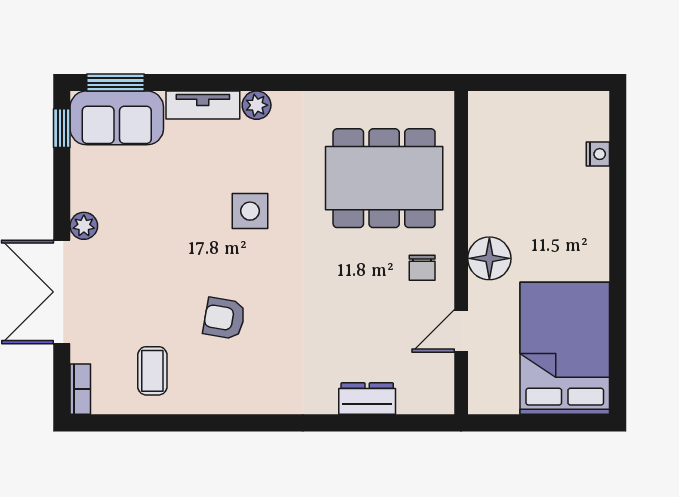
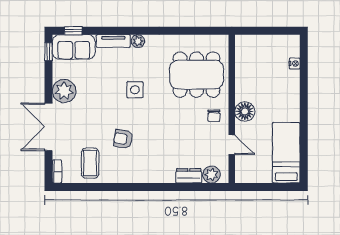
window: (116, 83) -> (73, 31), width x0.67
plant: (84, 226) -> (64, 91), width x1.88, depth x1.88
door: (461, 331) -> (232, 145), swing flipped
bed: (565, 348) -> (286, 153), width x0.67
coffee table: (152, 371) -> (90, 163), width x1.36, depth x1.30
plant: (417, 396) -> (212, 175), added

